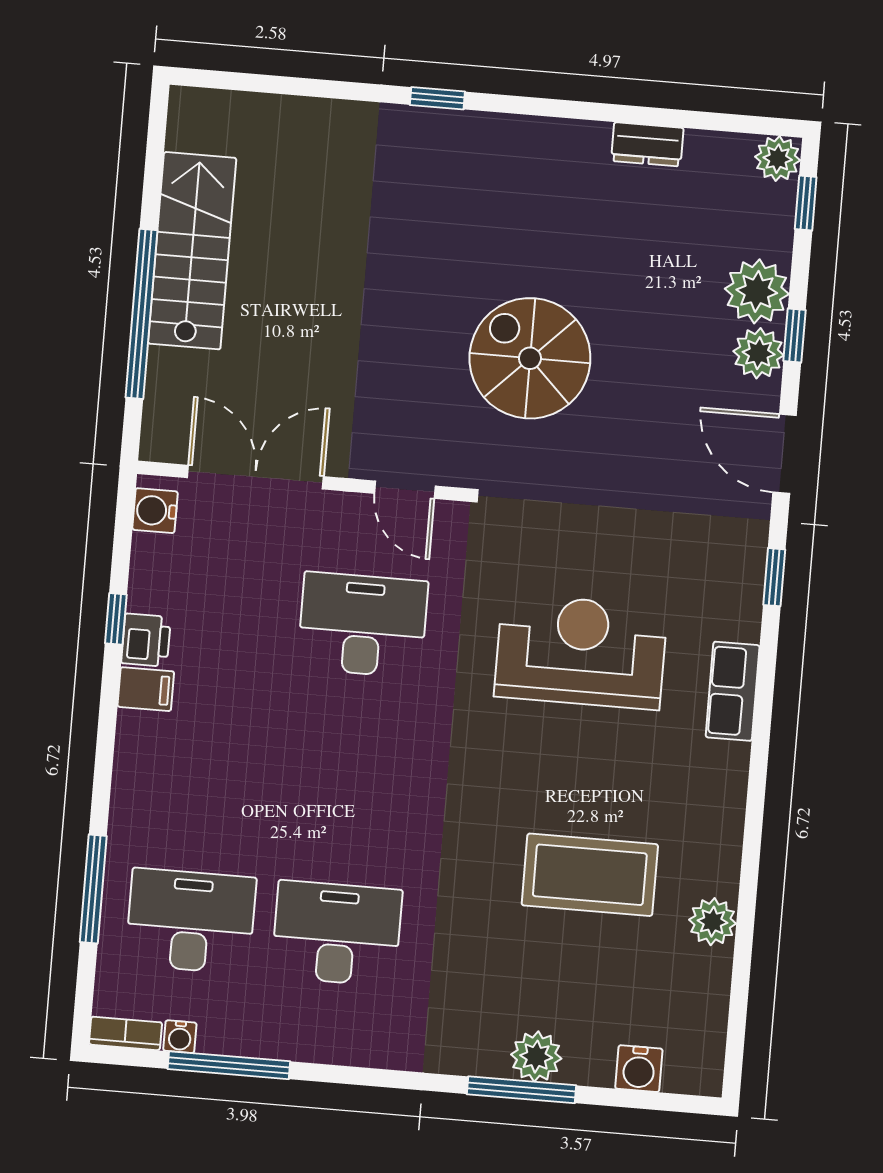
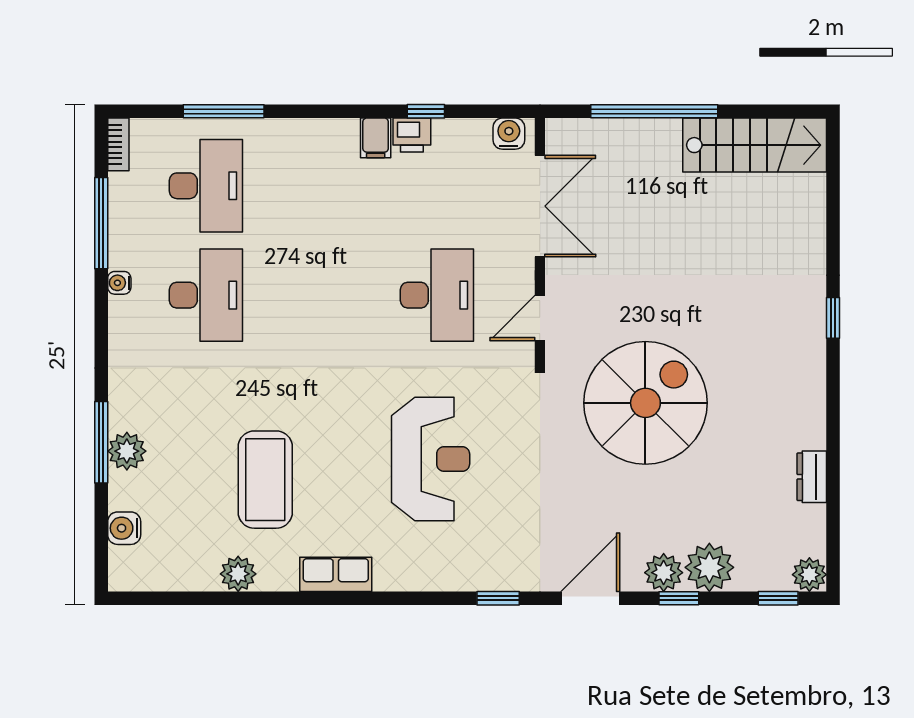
stairs: (192, 251) -> (755, 145), moved
spiral stairs: (530, 358) -> (645, 403), width x1.37, depth x1.37
row of seats: (733, 691) -> (336, 574), moved
water cooler: (180, 1037) -> (119, 283), moved

